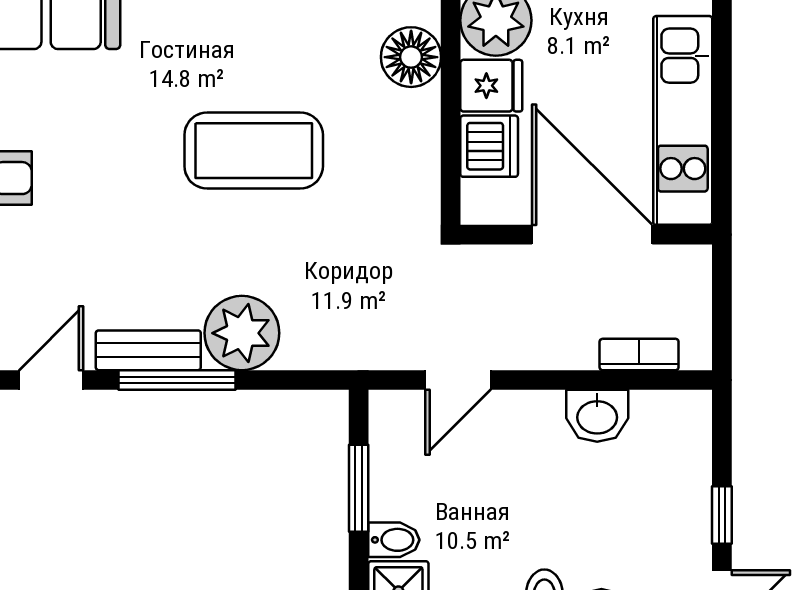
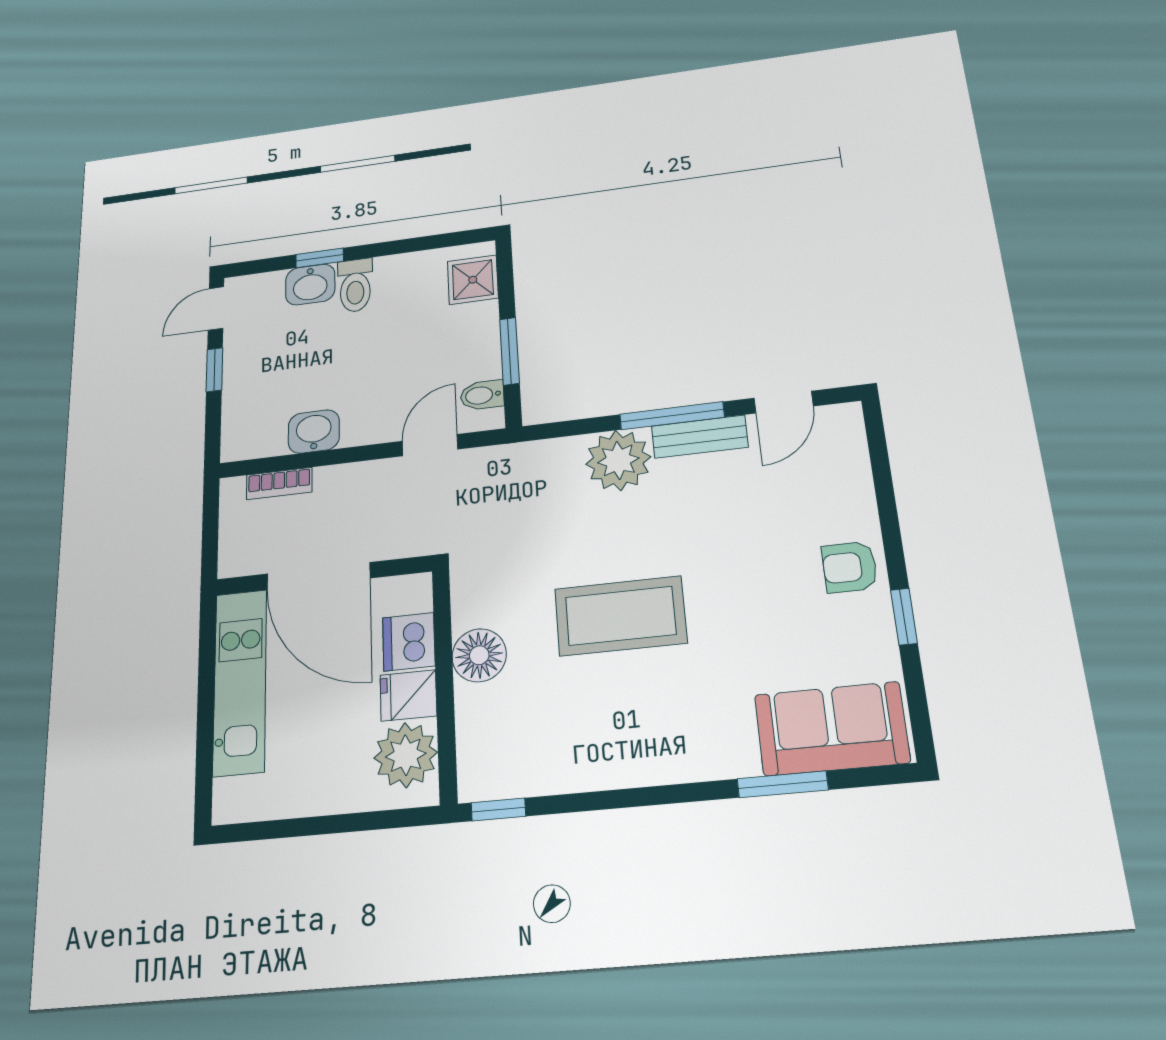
floor lamp: (411, 57) -> (479, 655), moved
bidet: (394, 540) -> (482, 395), moved

